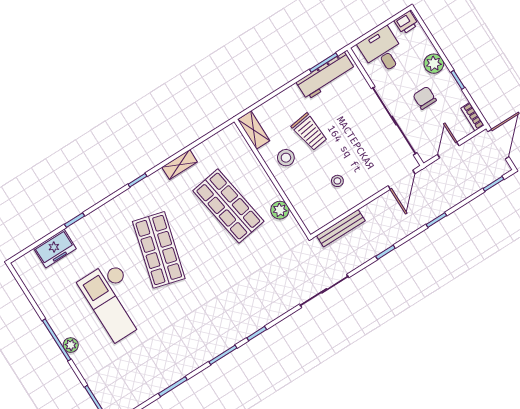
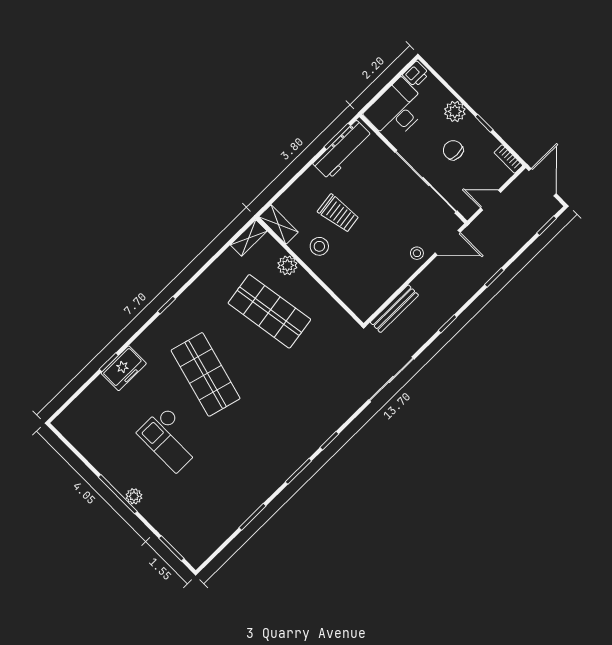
desk: (382, 51) -> (397, 110), width x1.37
door: (448, 150) -> (491, 200), hinge flipped
shelving: (180, 165) -> (249, 238), moved
door: (401, 180) -> (448, 243), hinge flipped
stool: (337, 181) -> (417, 253), moved
plant: (280, 210) -> (287, 265), moved
freezer: (55, 248) -> (124, 368), moved
checkout: (115, 301) -> (170, 439), width x0.73, depth x0.83

